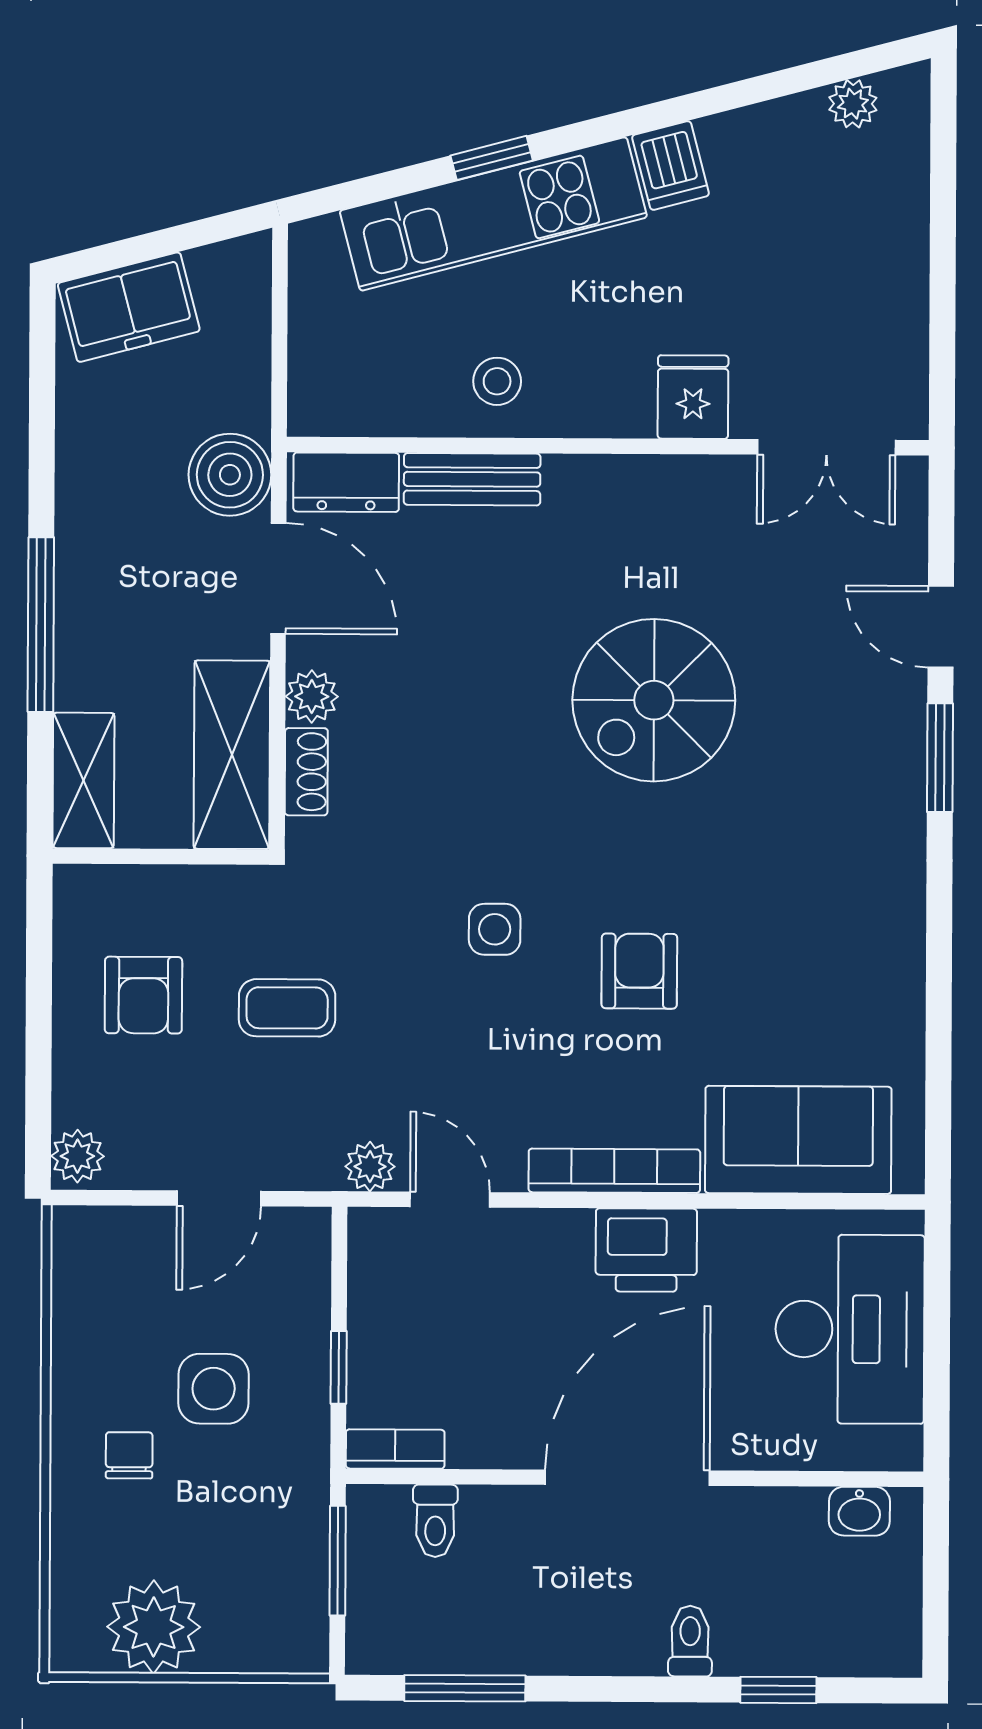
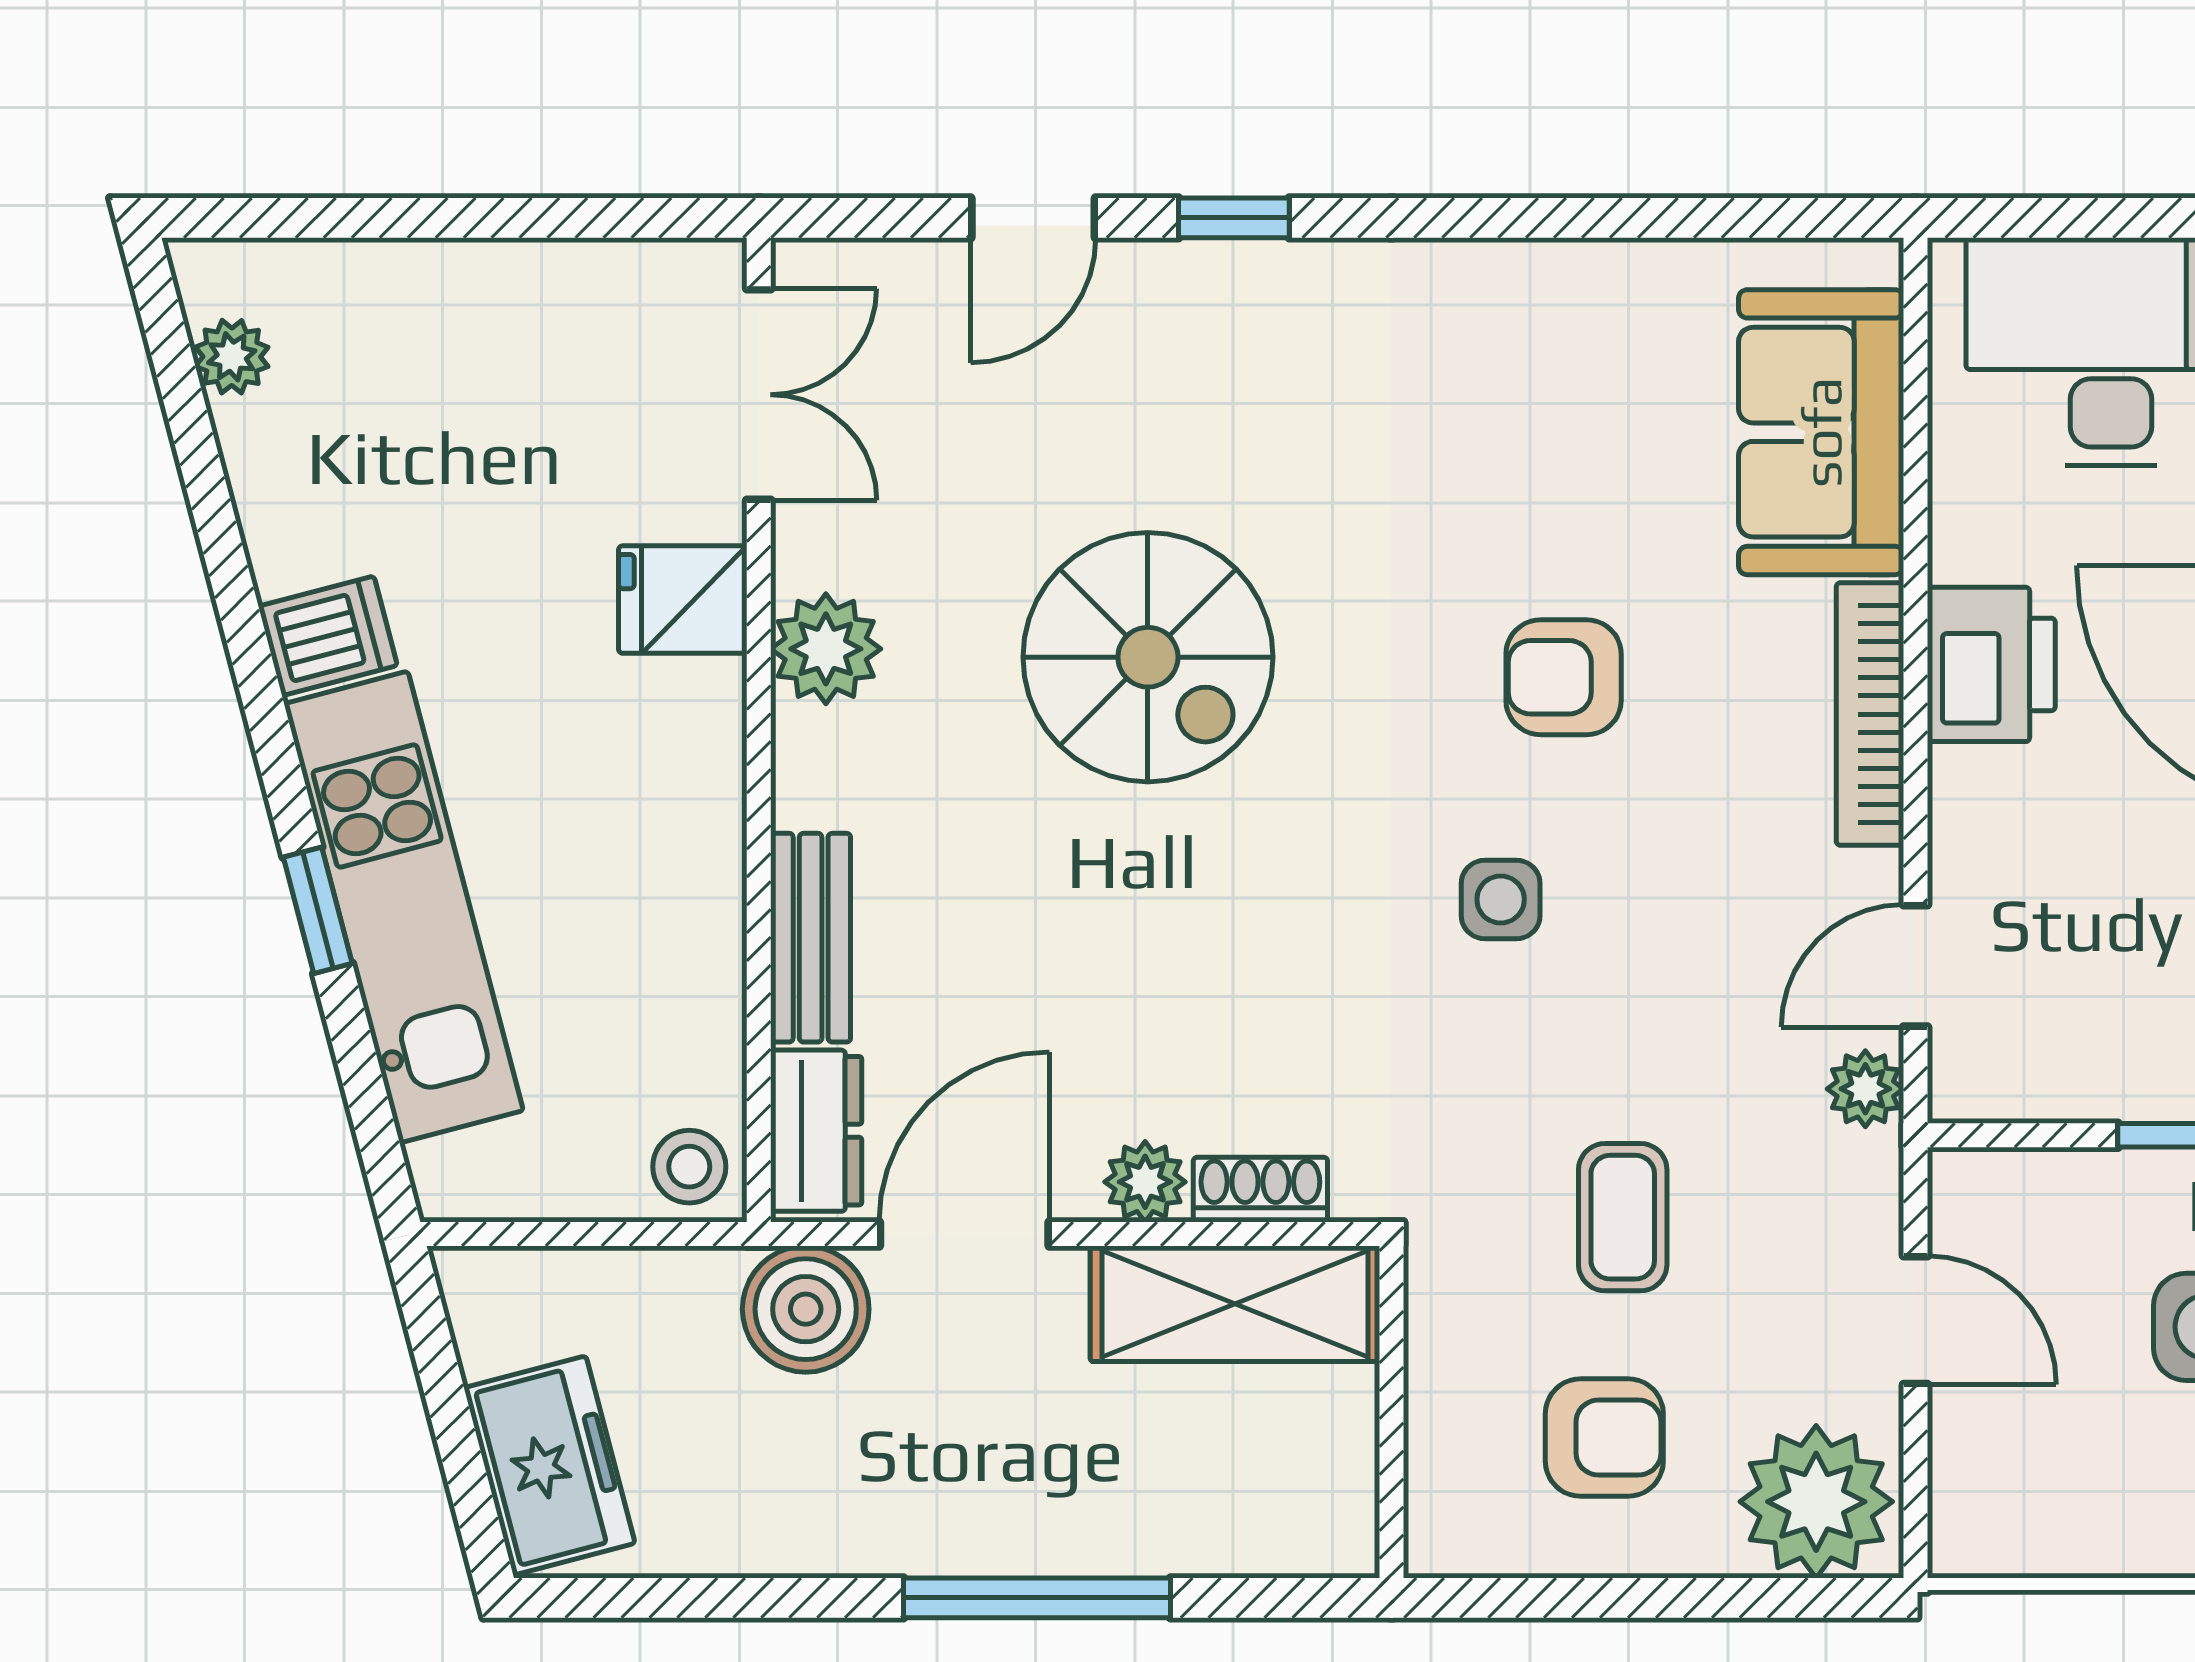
stool: (497, 381) -> (689, 1167), moved
plant: (660, 490) -> (826, 649), added
window: (940, 758) -> (1234, 218), width x0.67
shelving: (83, 780) -> (1276, 1531), removed
plant: (77, 1156) -> (1816, 1502), width x1.88, depth x1.88

